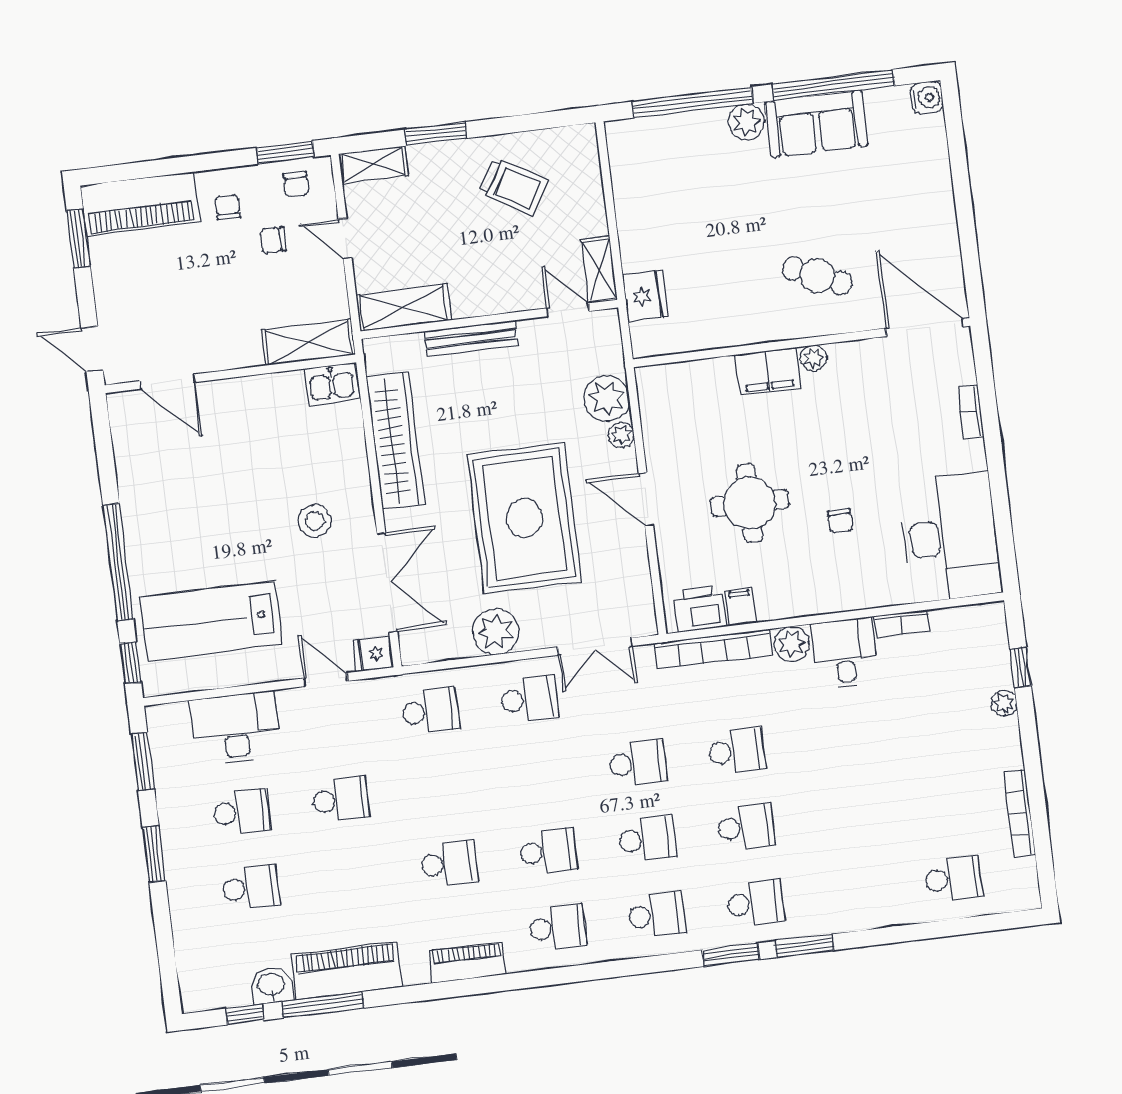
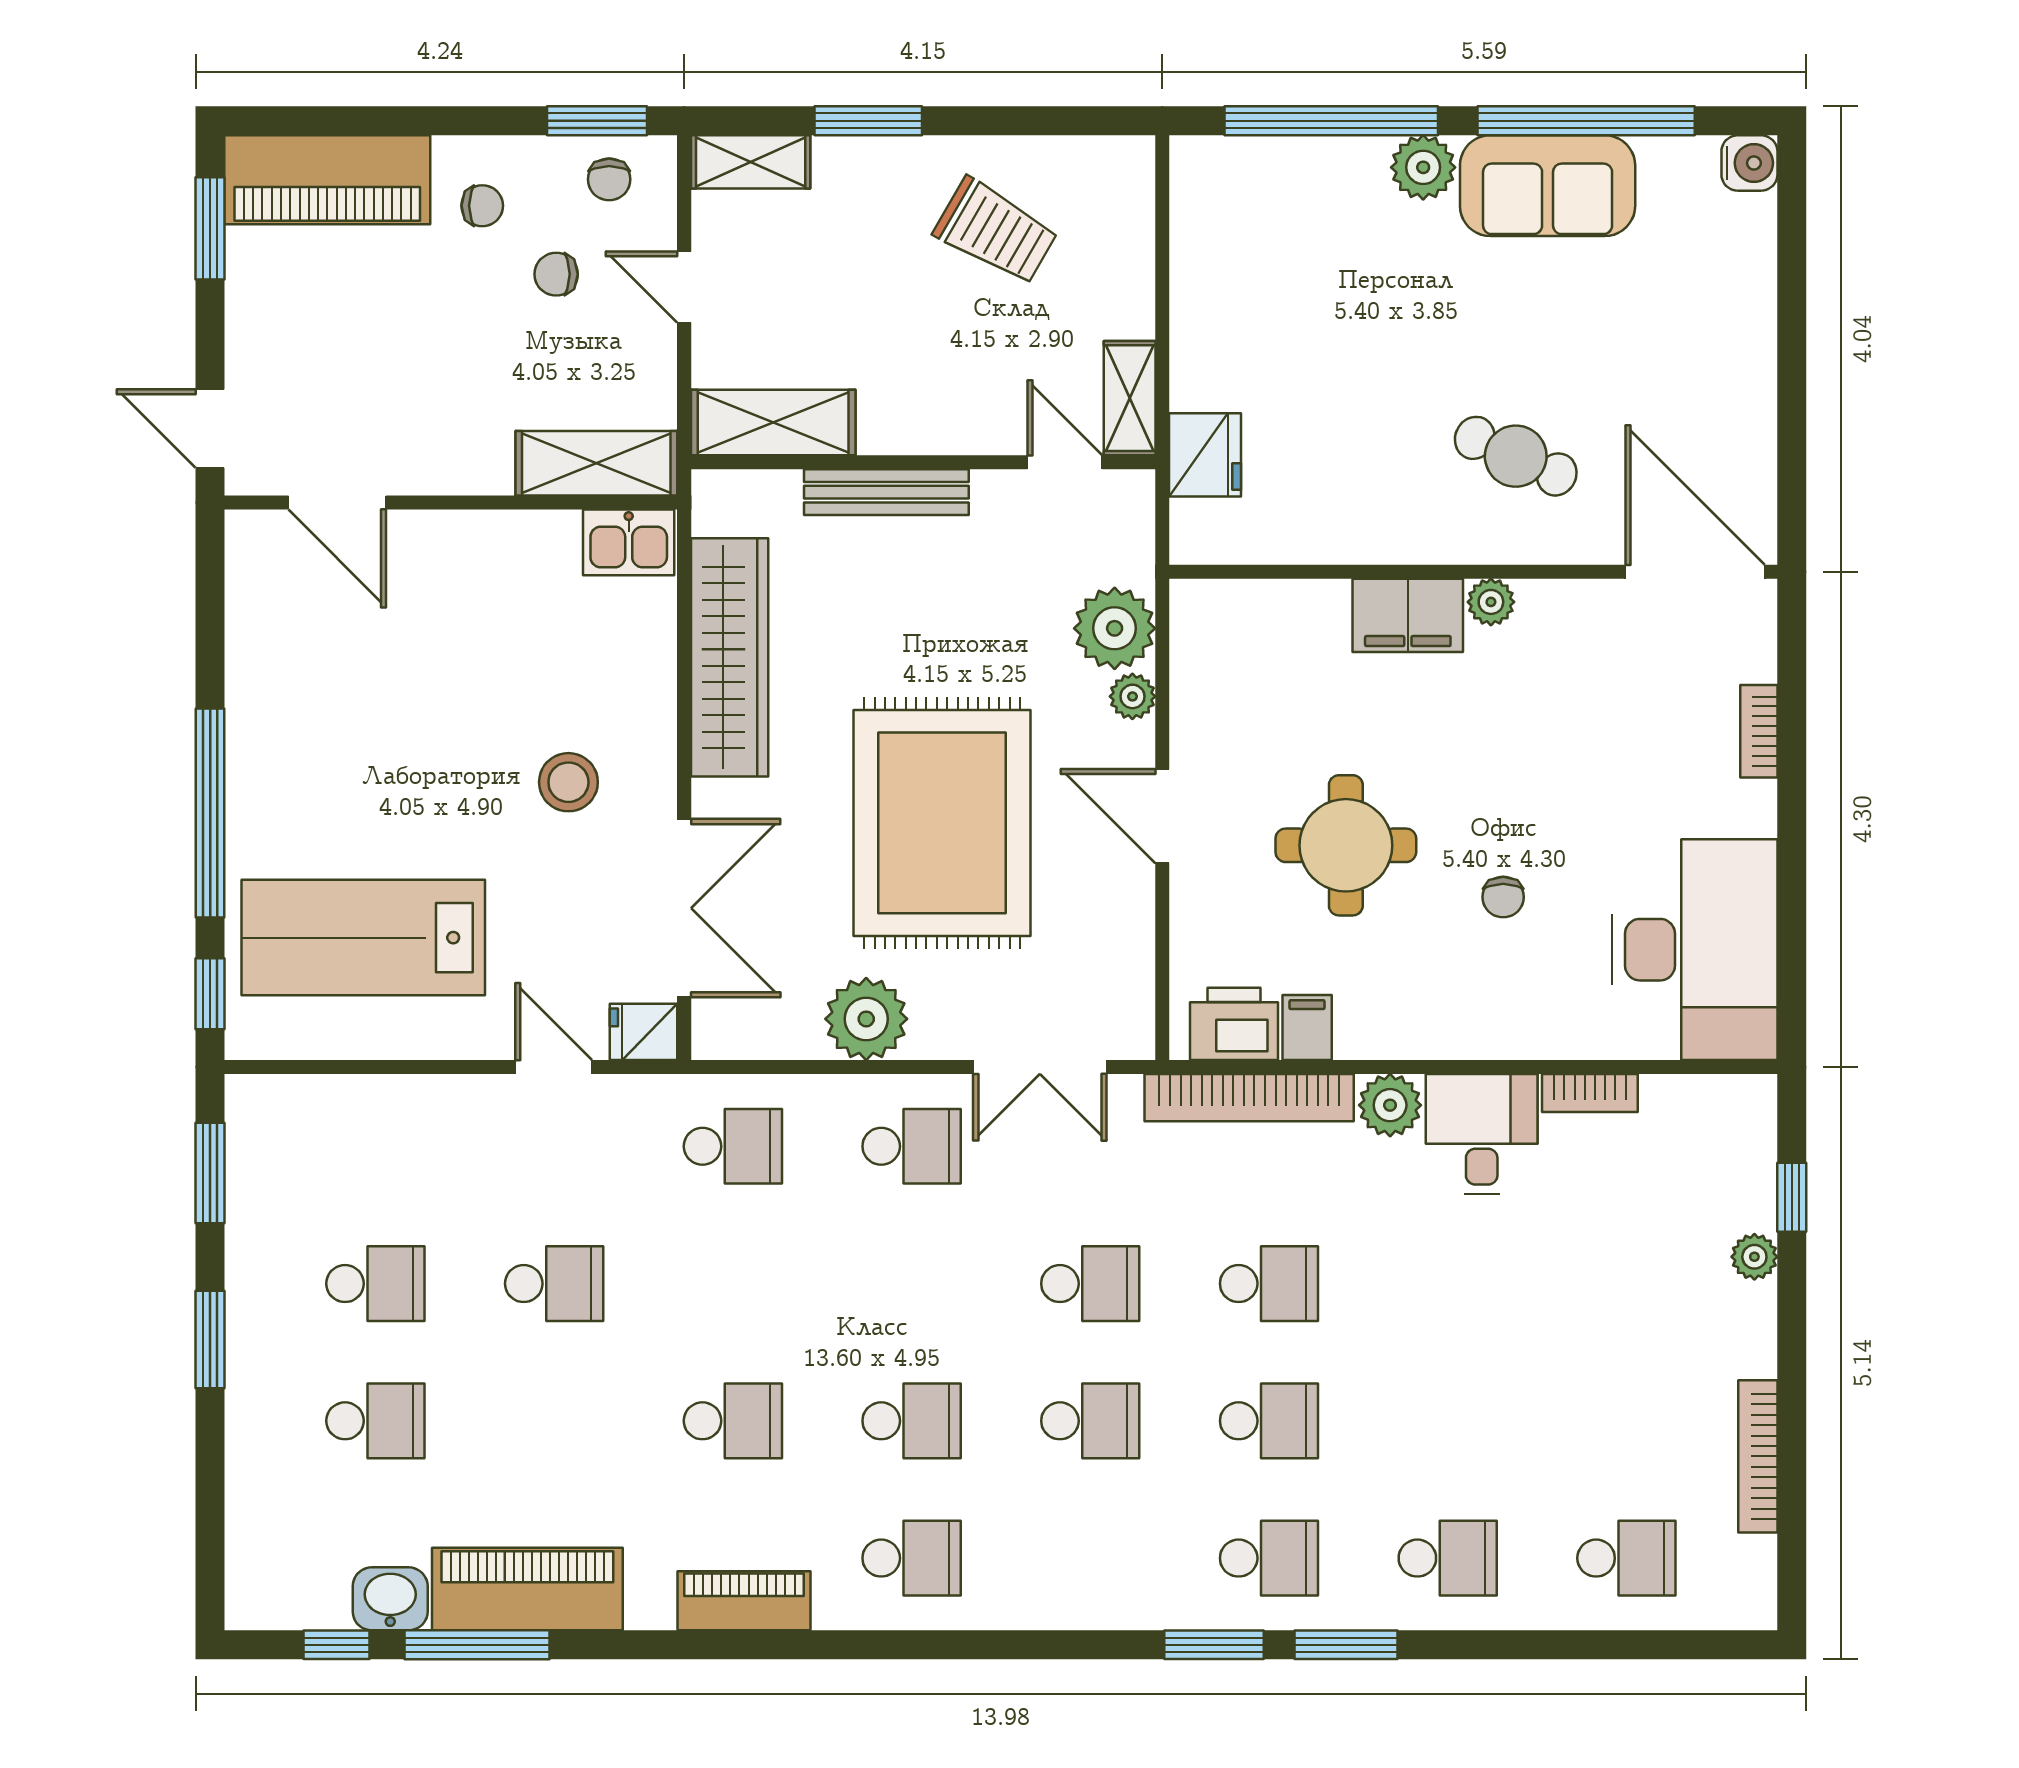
chair: (228, 207) -> (482, 206), turned 90
desk: (236, 728) -> (382, 1134), removed
school desk: (656, 915) -> (1448, 1558), moved

